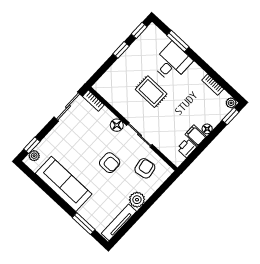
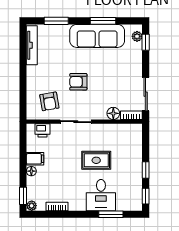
floor lamp: (117, 125) -> (113, 113), moved
printer: (187, 148) -> (42, 130), moved, turned 90
window: (49, 191) -> (103, 21), added
plant: (137, 200) -> (34, 74), removed

